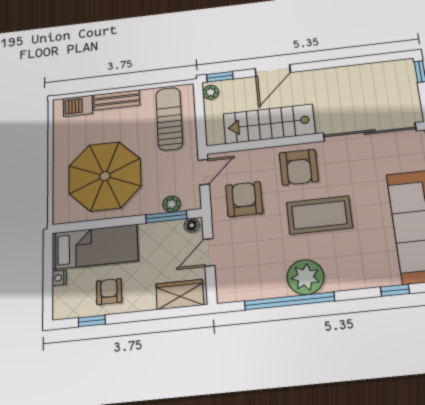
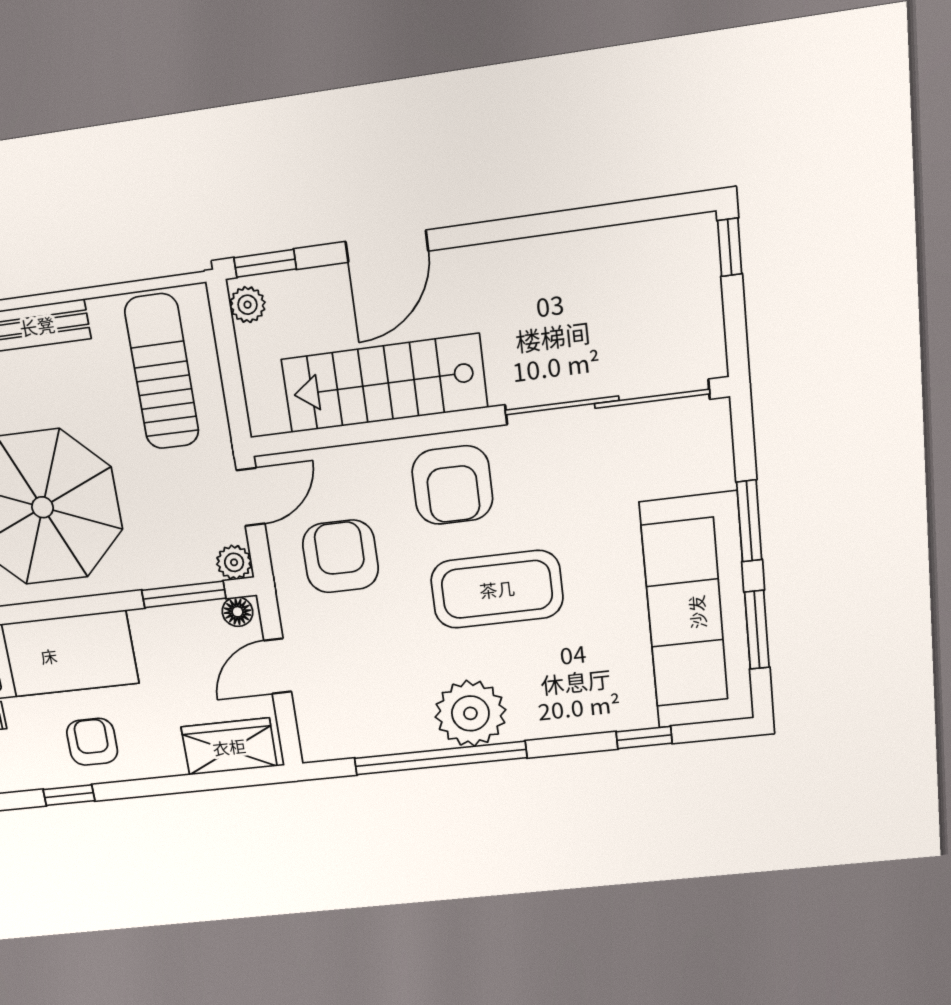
plant: (172, 204) -> (234, 562), moved

